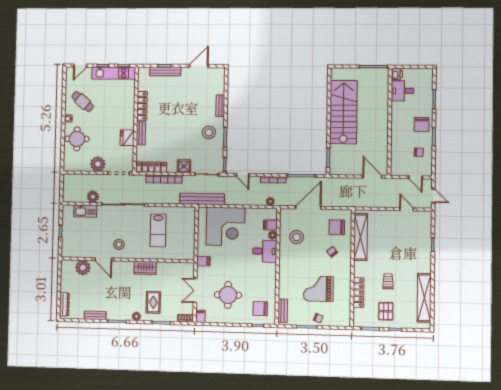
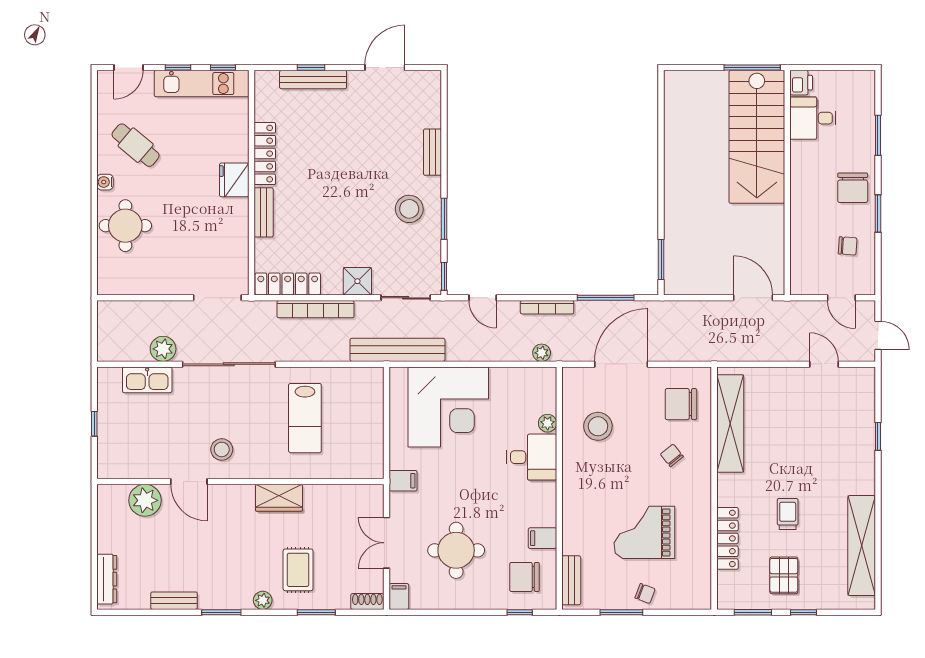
stairs: (343, 112) -> (757, 137), moved, turned 180
fridge: (127, 138) -> (234, 180), moved
plant: (98, 164) -> (172, 279), removed
filing cabinet: (270, 225) -> (543, 538), moved

